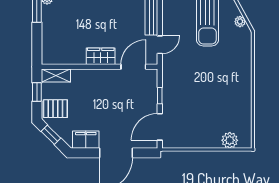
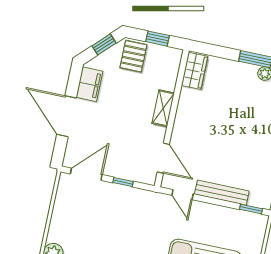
wardrobe: (101, 56) -> (195, 71), moved
shelving: (56, 76) -> (163, 108), moved
door: (160, 127) -> (86, 174), hinge flipped

